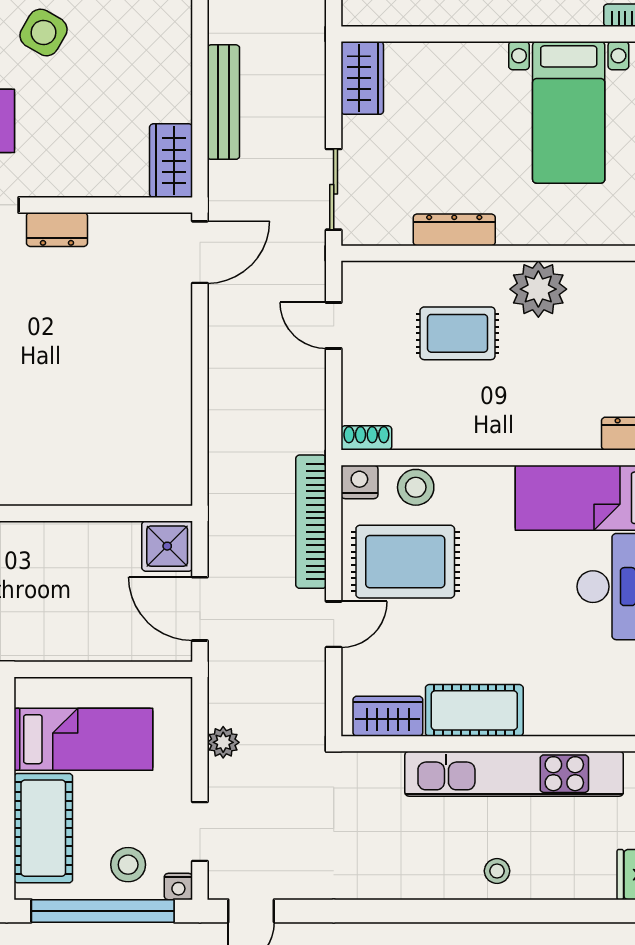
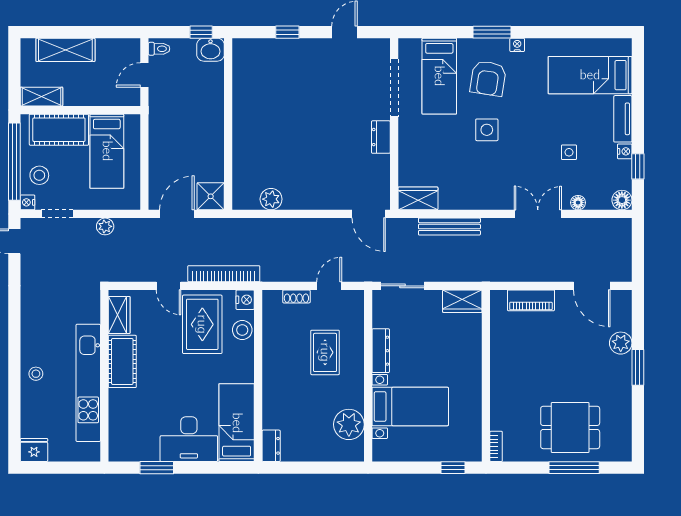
side table: (44, 32) -> (487, 130), turned -30
bed with nightstands: (569, 112) -> (410, 406), moved, turned 180
plant: (538, 289) -> (349, 424), moved
plant: (172, 434) -> (271, 199), added
shoe rack: (366, 438) -> (296, 296), moved, turned 90

